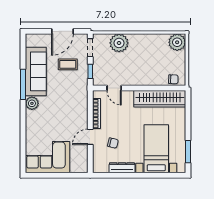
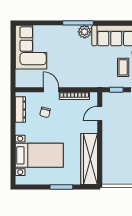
chair: (173, 79) -> (108, 172), removed
window: (23, 84) -> (78, 23), moved
window: (188, 152) -> (61, 187), moved
dresser: (122, 168) -> (20, 110), moved

